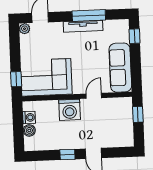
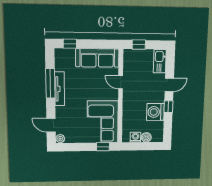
washing machine: (70, 110) -> (155, 112), moved, turned 180
kitchen sink: (120, 140) -> (160, 61), added

